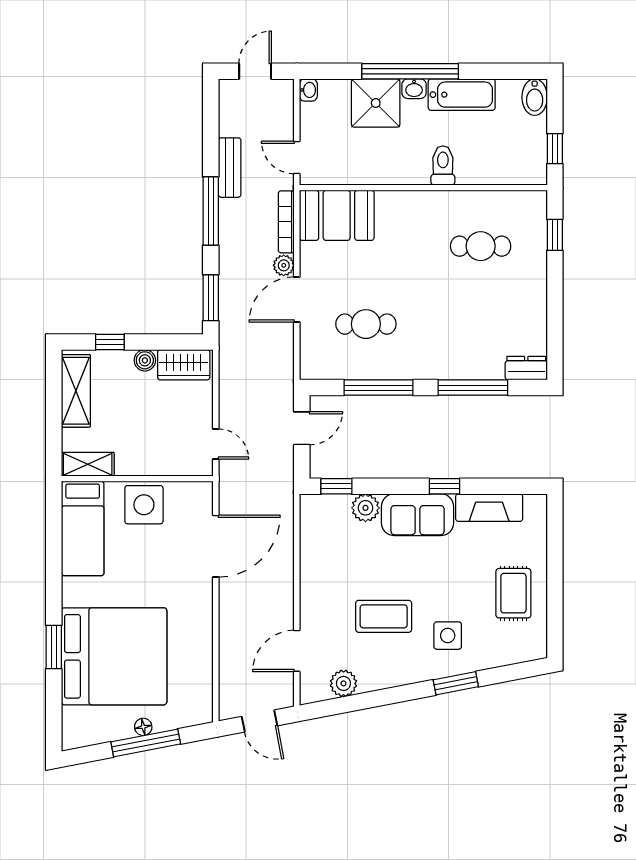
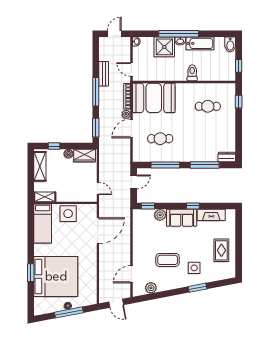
booth: (337, 215) -> (154, 98), width x1.36, depth x1.42

